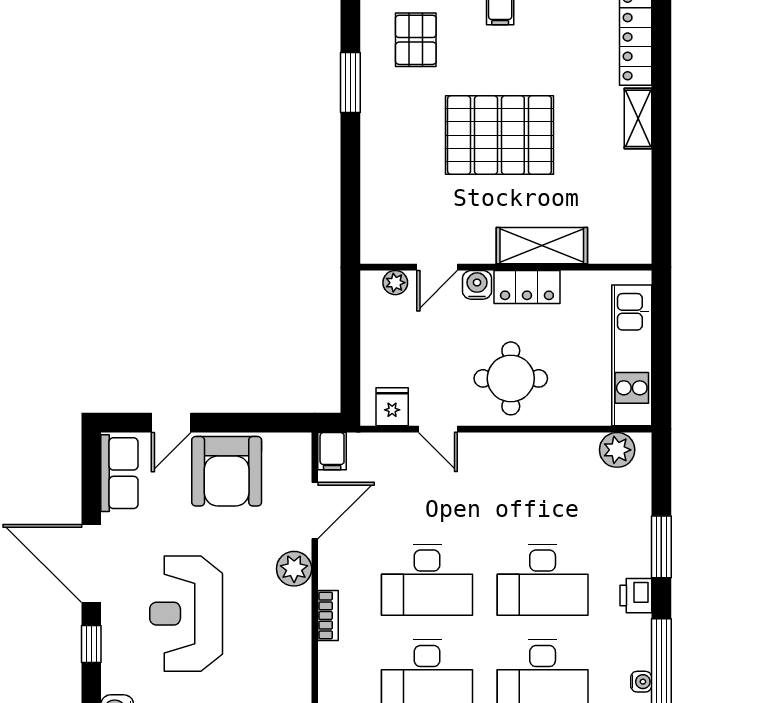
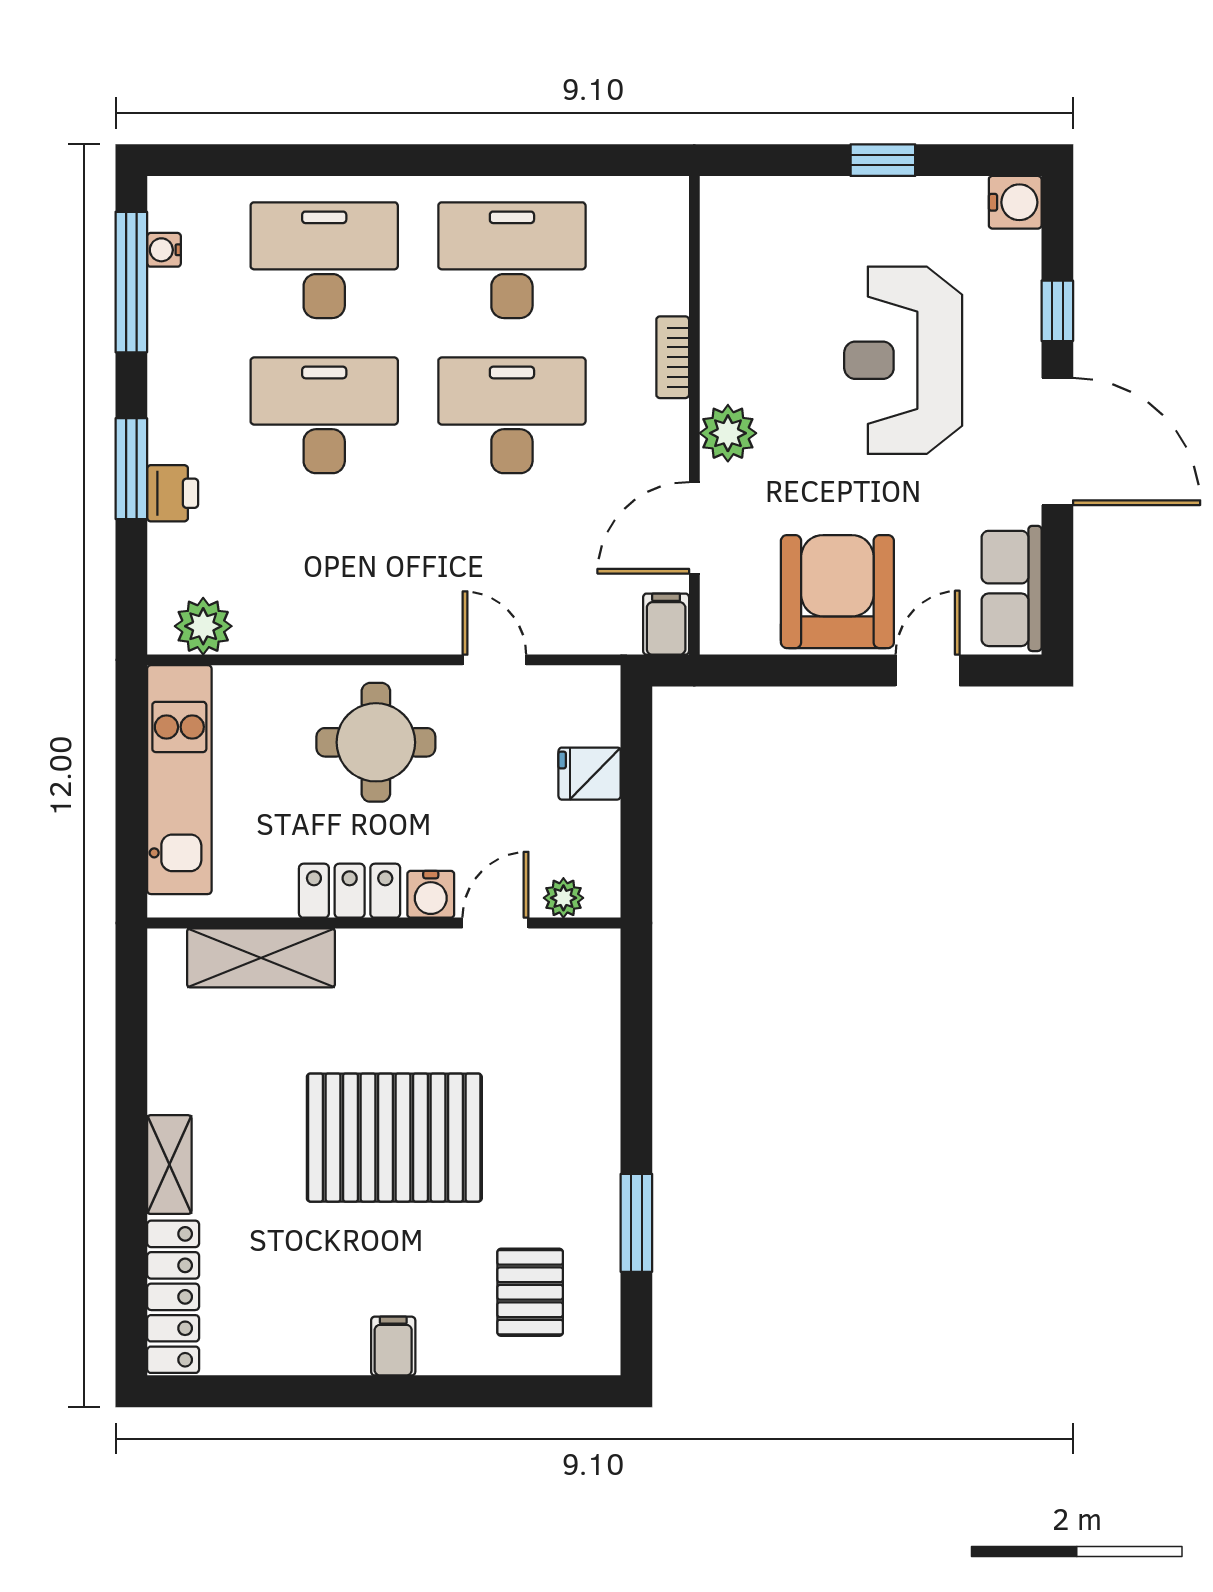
shelving: (542, 246) -> (261, 958), moved
fridge: (392, 407) -> (590, 774), moved, turned 90
printer: (636, 596) -> (173, 493), moved
reception desk: (186, 614) -> (903, 360), turned 180

